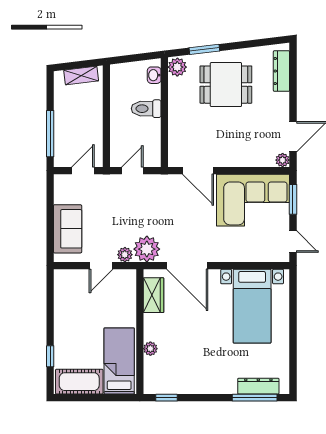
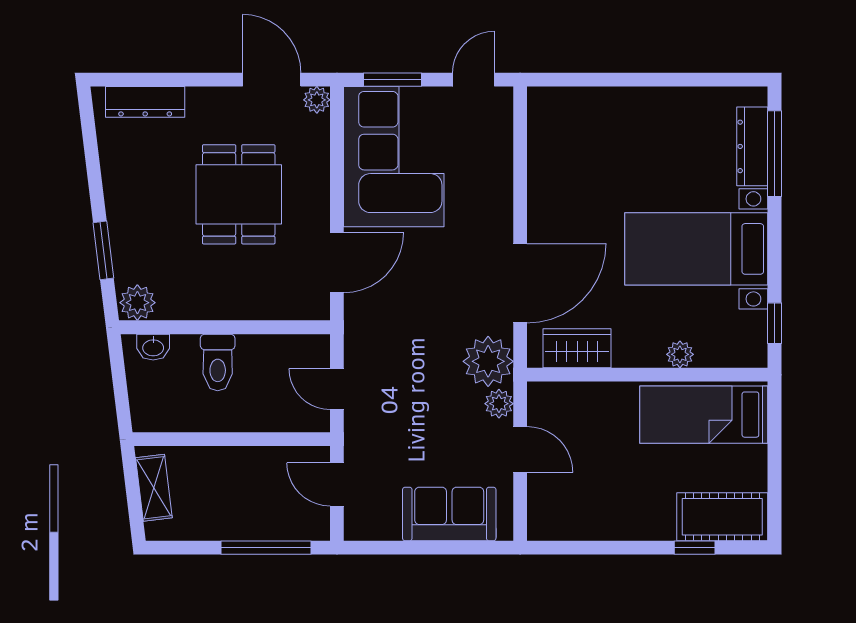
dining table: (226, 85) -> (239, 194), moved
bed with nightstands: (252, 306) -> (696, 249), moved, turned 180
cot: (79, 382) -> (722, 517), moved, turned 90

